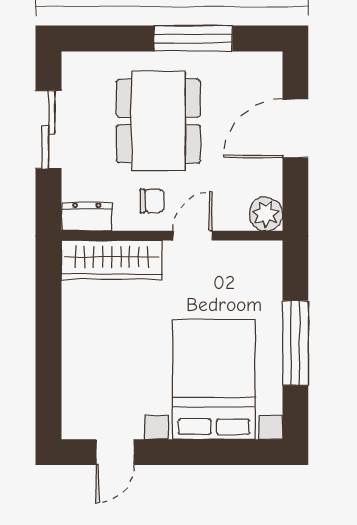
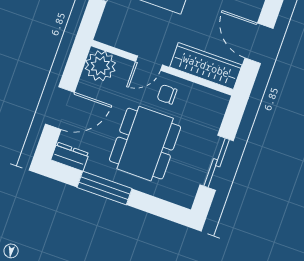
plant: (266, 214) -> (100, 66), width x1.36, depth x1.36
dresser: (87, 217) -> (70, 157), moved, turned 180
door: (49, 318) -> (259, 43), added

